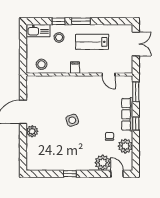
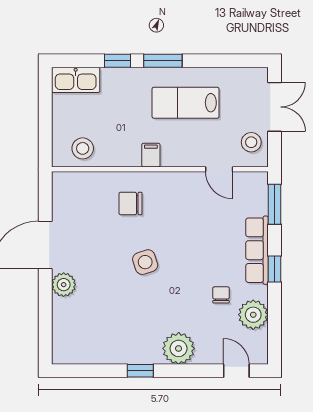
stool: (59, 37) -> (251, 142), moved
chair: (65, 91) -> (130, 203), added
plant: (103, 163) -> (179, 348), moved

